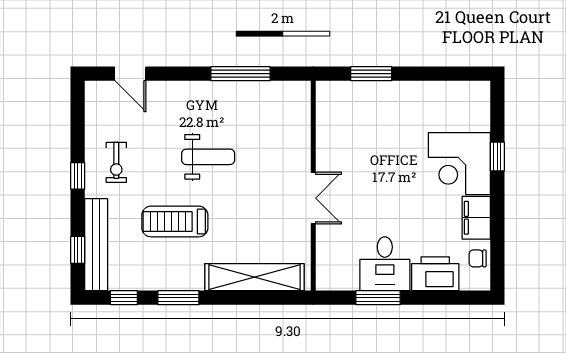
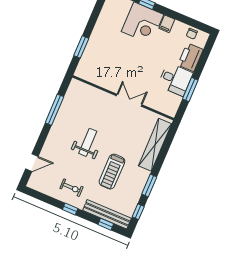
filing cabinet: (476, 218) -> (167, 24), width x0.50

